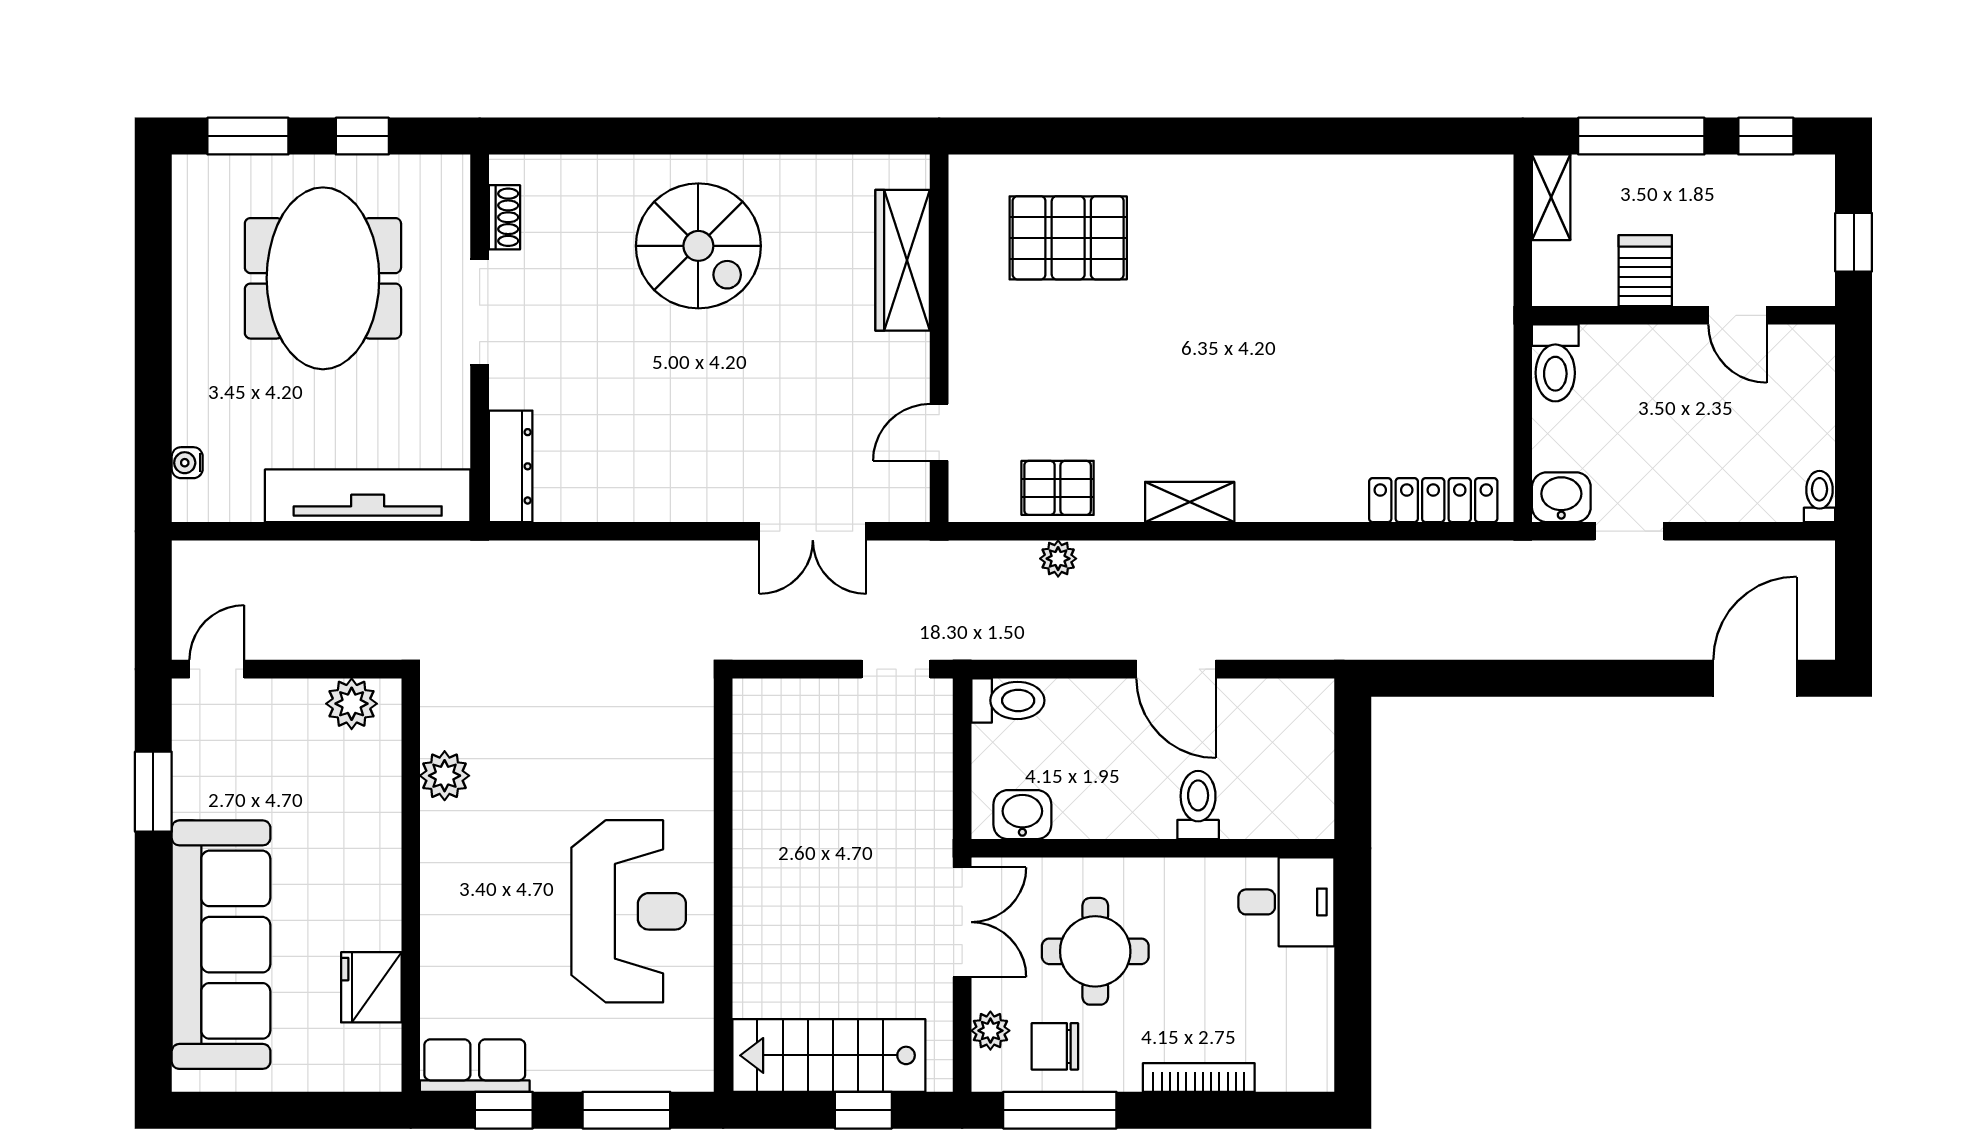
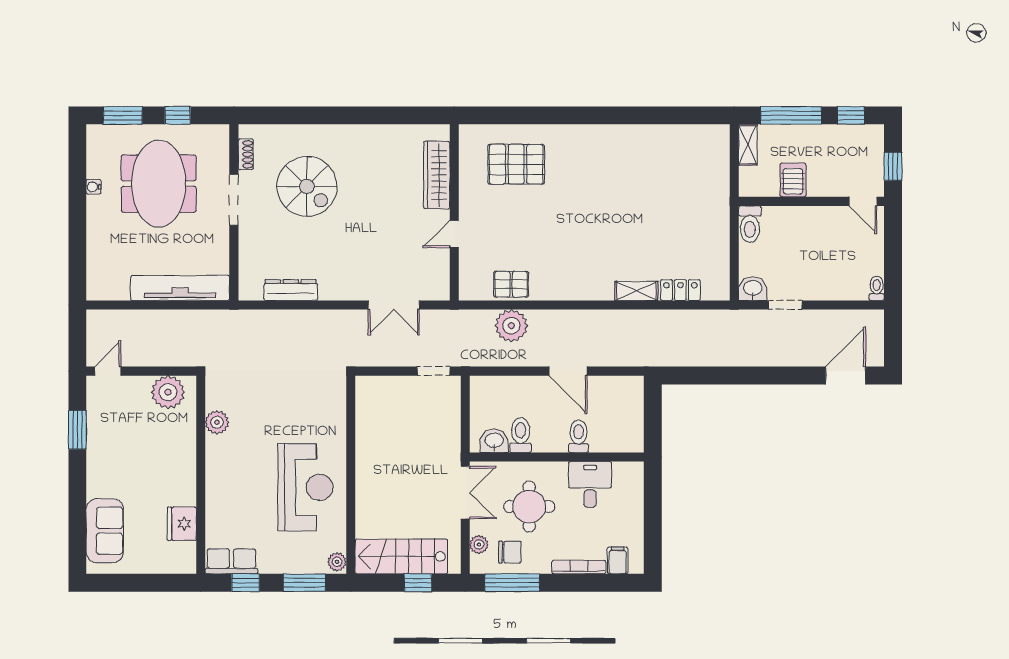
spiral stairs: (698, 246) -> (307, 186), moved
door: (1737, 315) -> (863, 201), moved
door: (939, 432) -> (454, 234), moved
water cooler: (187, 463) -> (94, 187), moved
dresser: (511, 466) -> (291, 290), moved, turned -90
locker: (1433, 500) -> (680, 290), width x0.66
shelving: (1190, 502) -> (636, 291), moved
plant: (1058, 559) -> (511, 326), width x1.88, depth x1.88
toilet: (1008, 700) -> (521, 435), moved, turned -90
plant: (352, 704) -> (168, 392), width x1.36, depth x1.36
desk: (1286, 902) -> (590, 484), moved, turned -90
sofa: (221, 945) -> (105, 531), width x0.54, depth x0.79
chair: (1055, 1046) -> (510, 552), turned 180
filing cabinet: (1280, 1064) -> (618, 560), added
plant: (695, 1067) -> (337, 562), added

